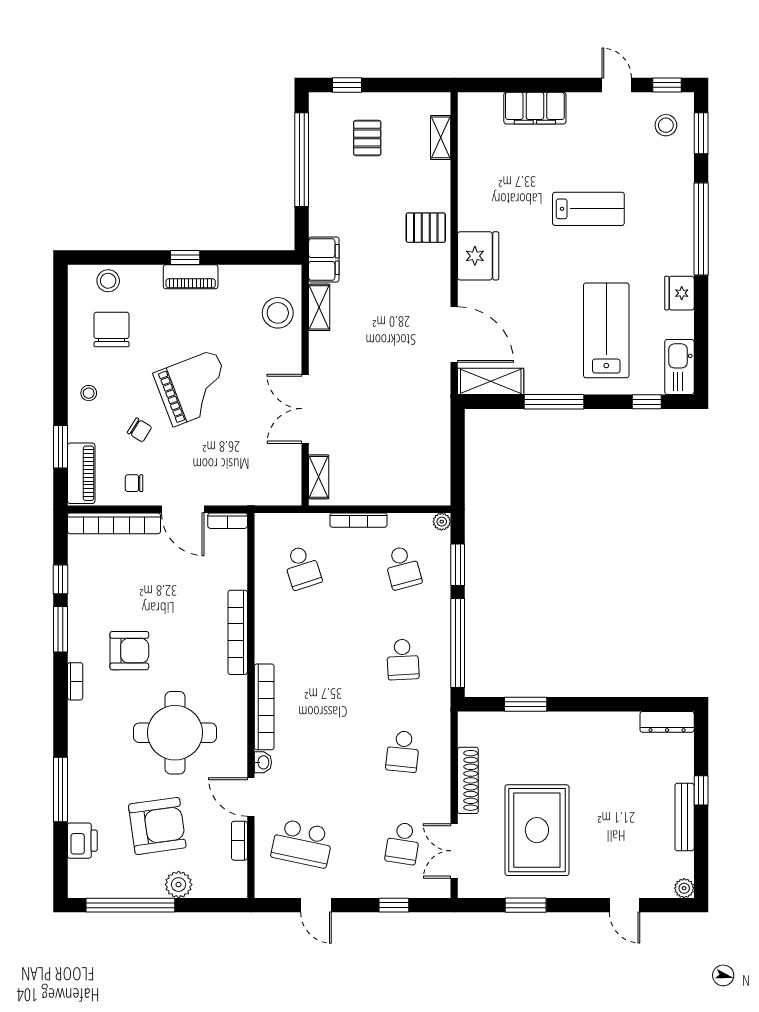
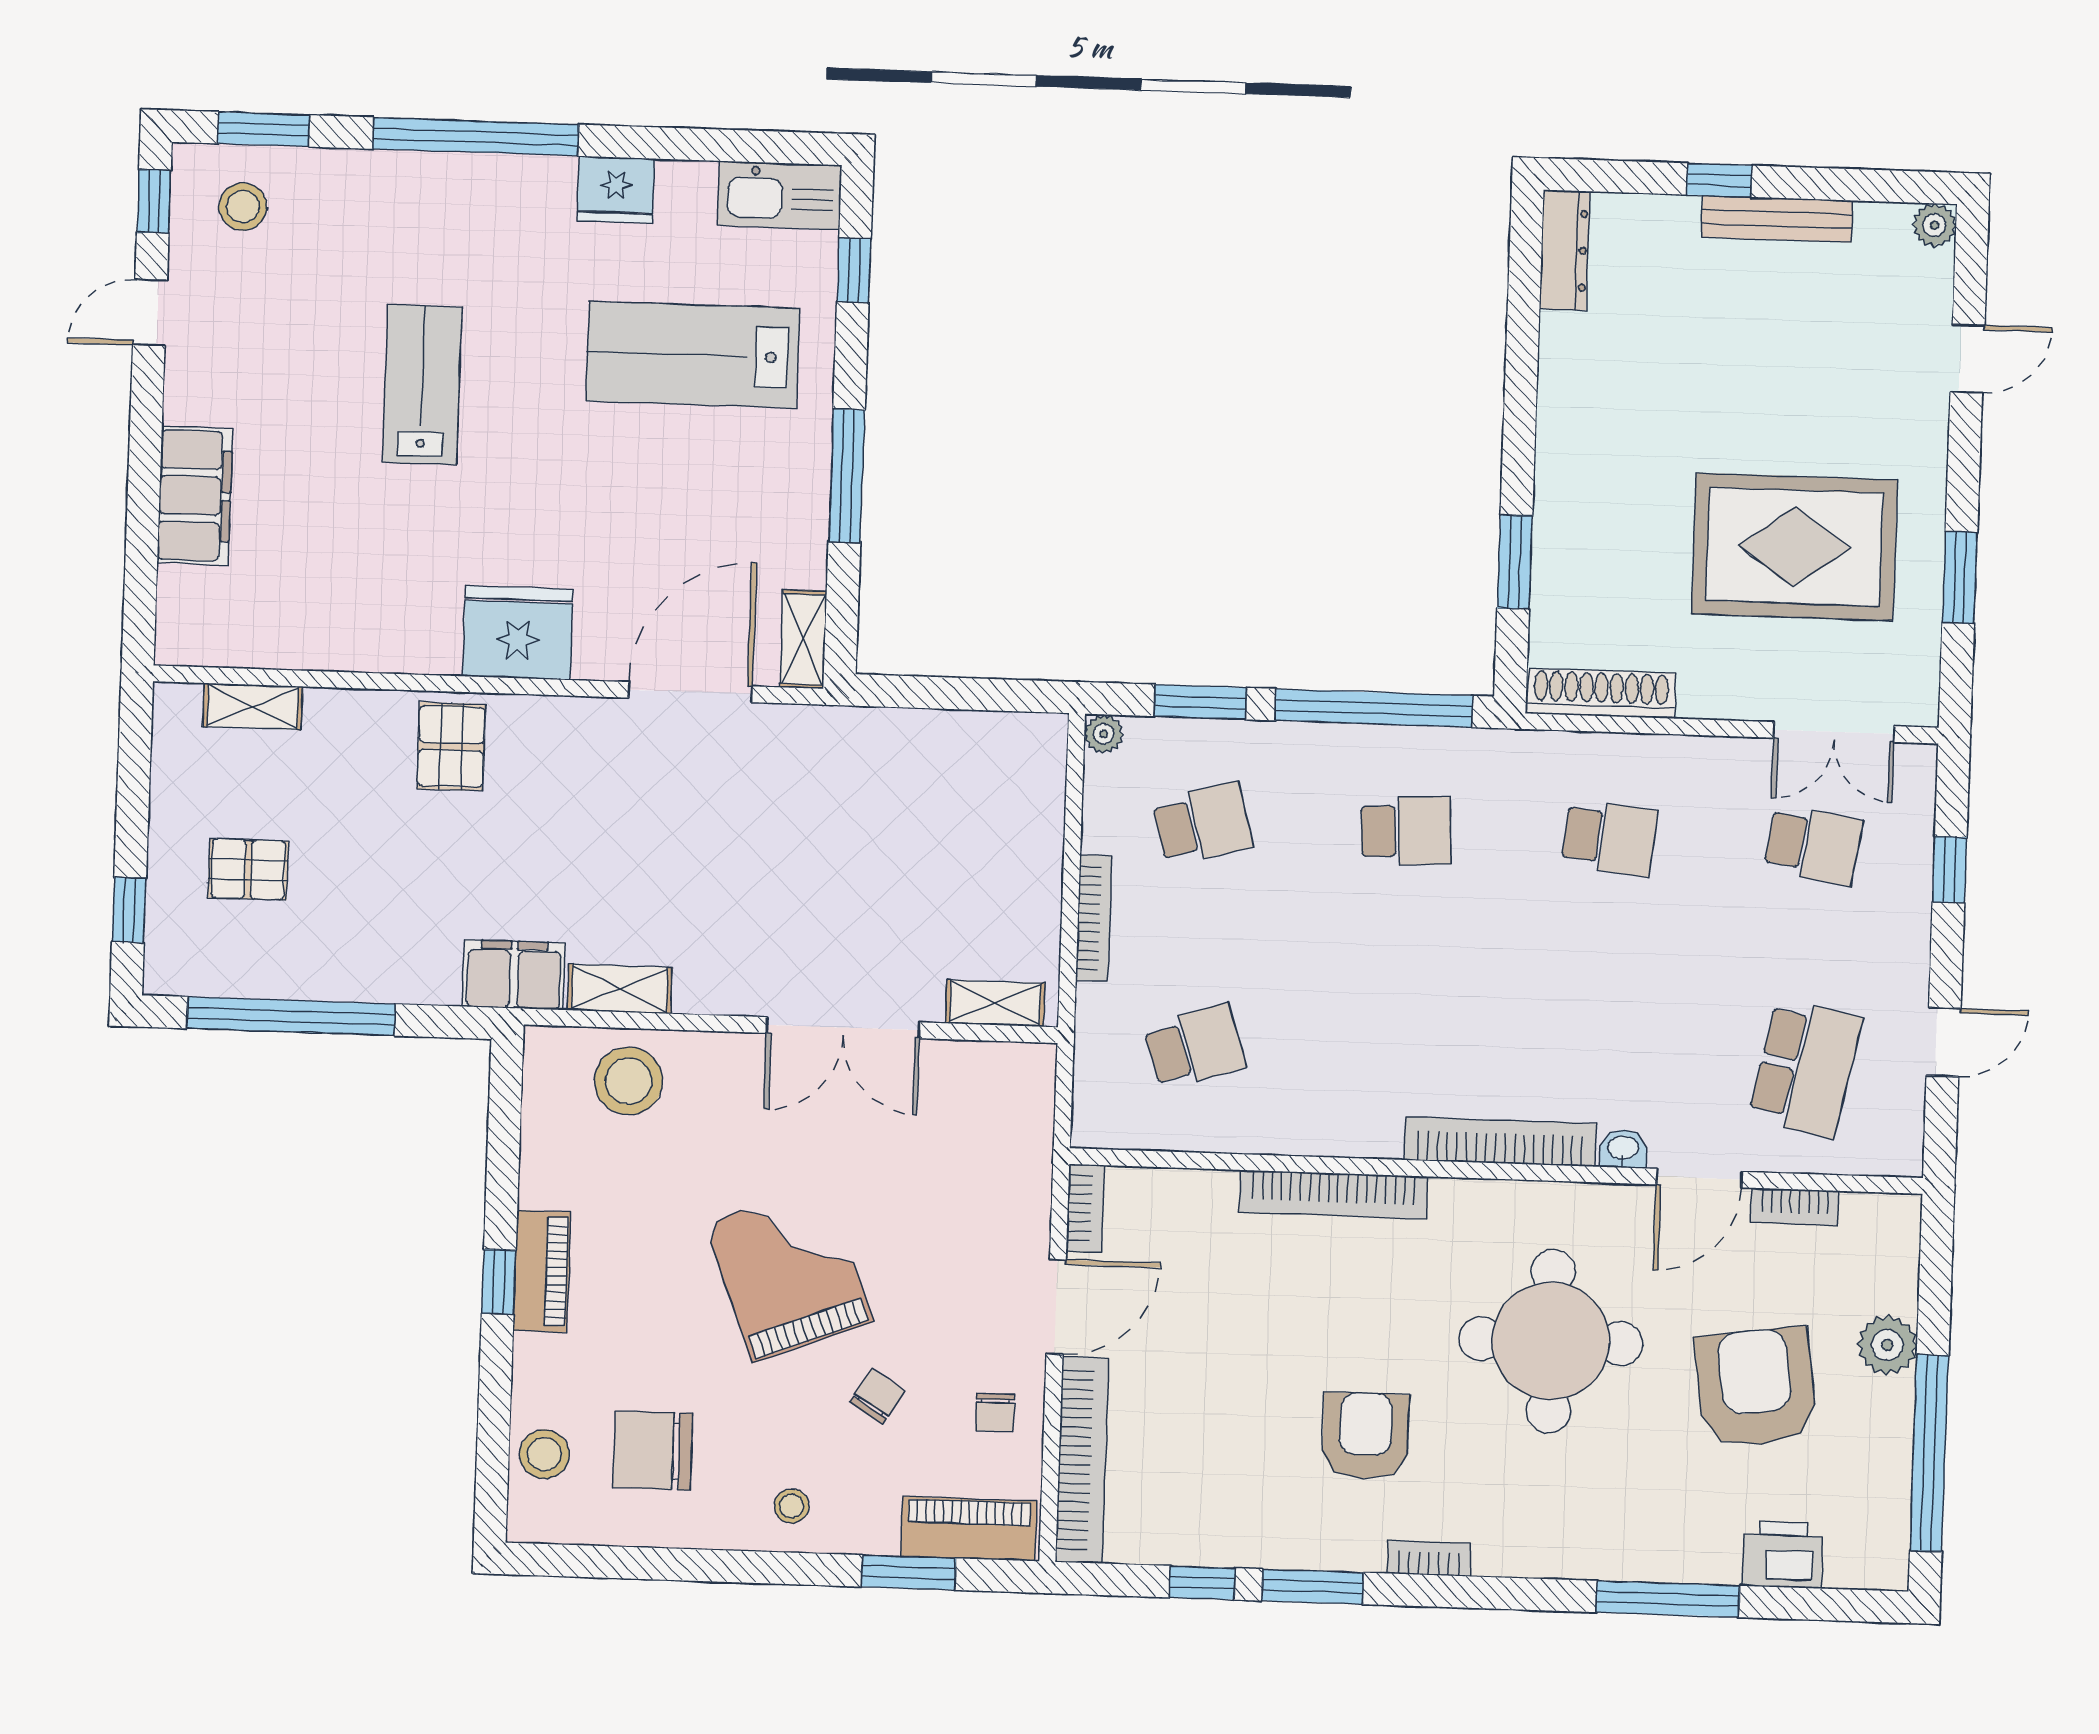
shelving: (491, 381) -> (803, 639), width x0.67, depth x0.75
shoe rack: (468, 780) -> (1601, 693), moved

